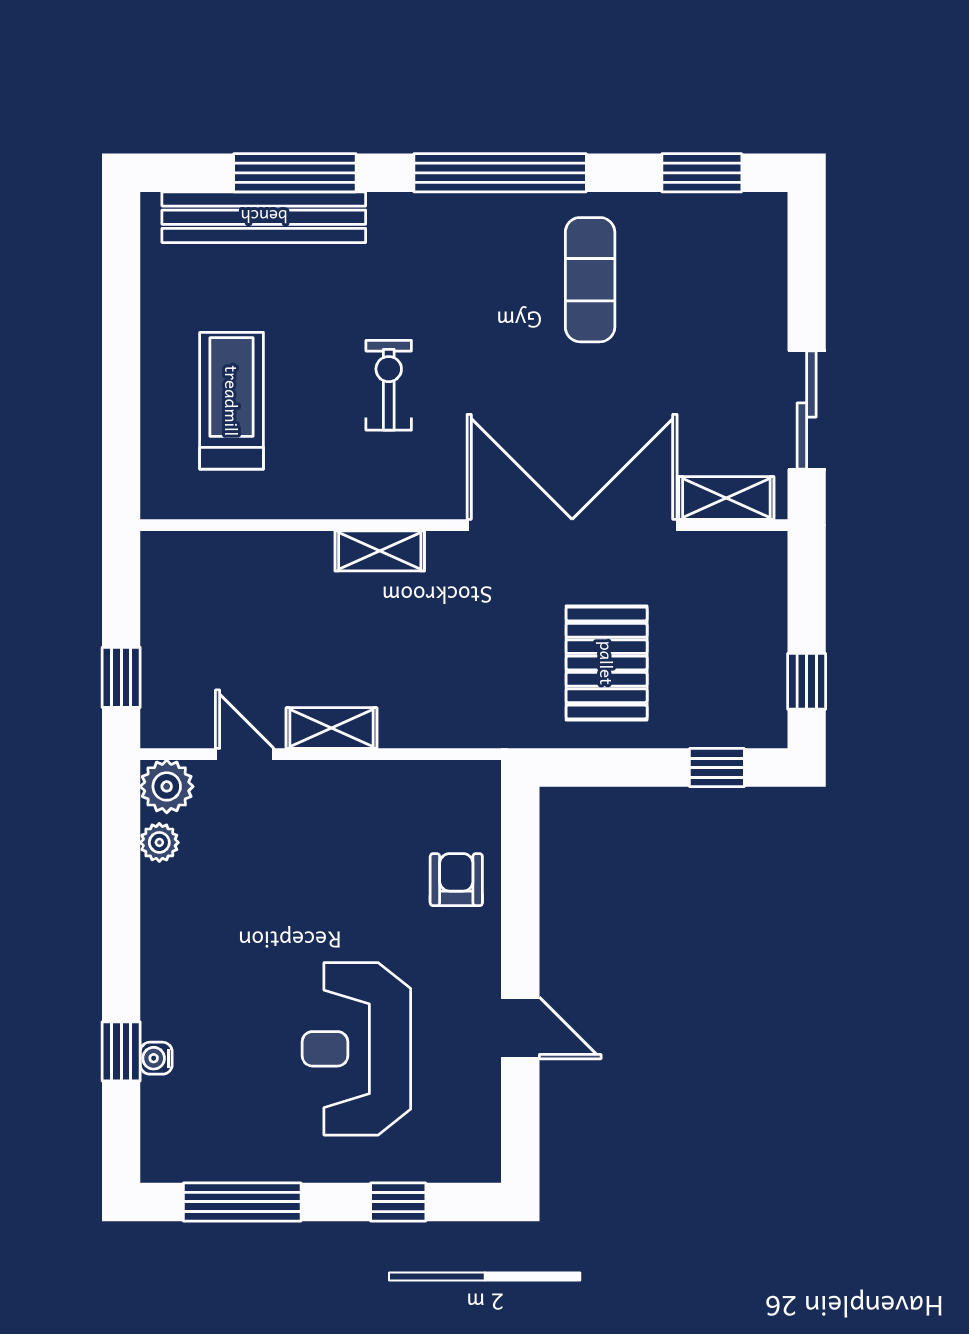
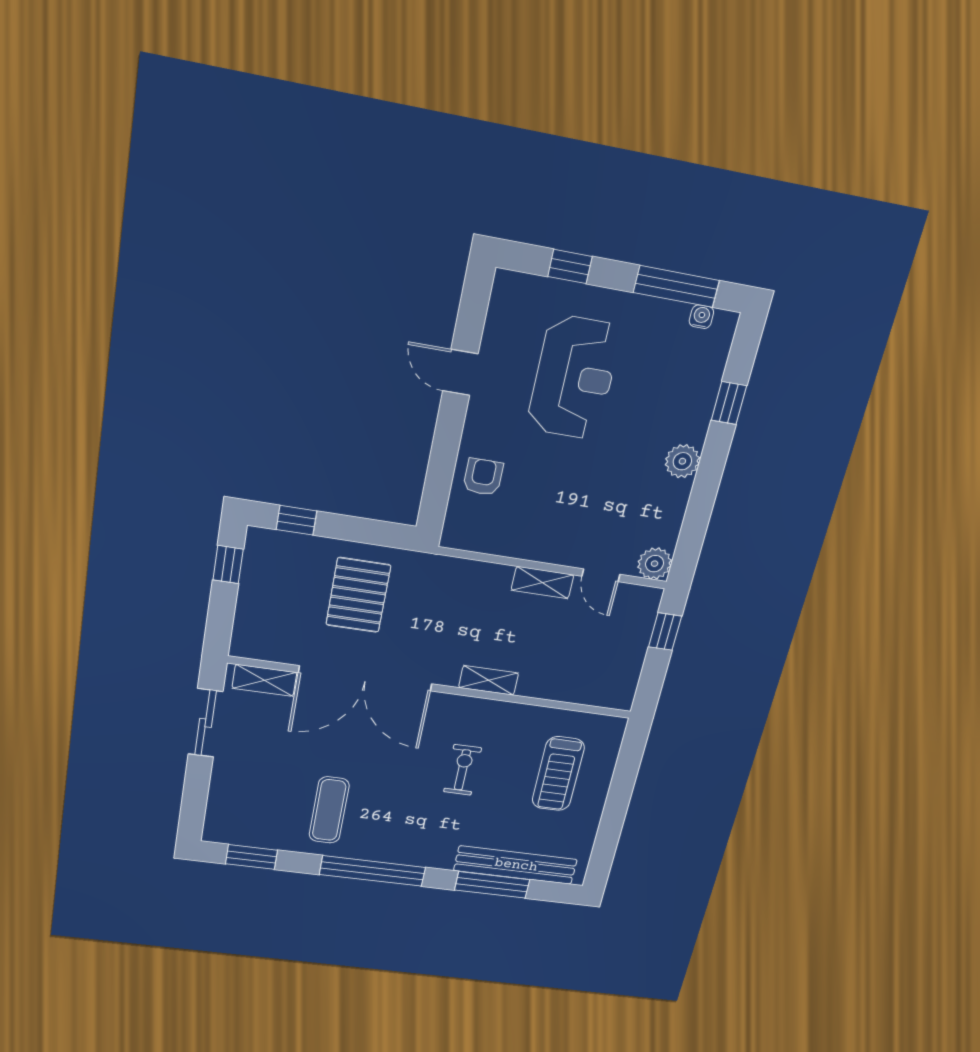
exercise bike: (389, 385) -> (462, 770), turned 180
plant: (159, 842) -> (682, 461), moved, width x1.38, depth x1.38
armchair: (456, 880) -> (483, 477), turned 180
water cooler: (156, 1058) -> (701, 317), moved, turned -90

